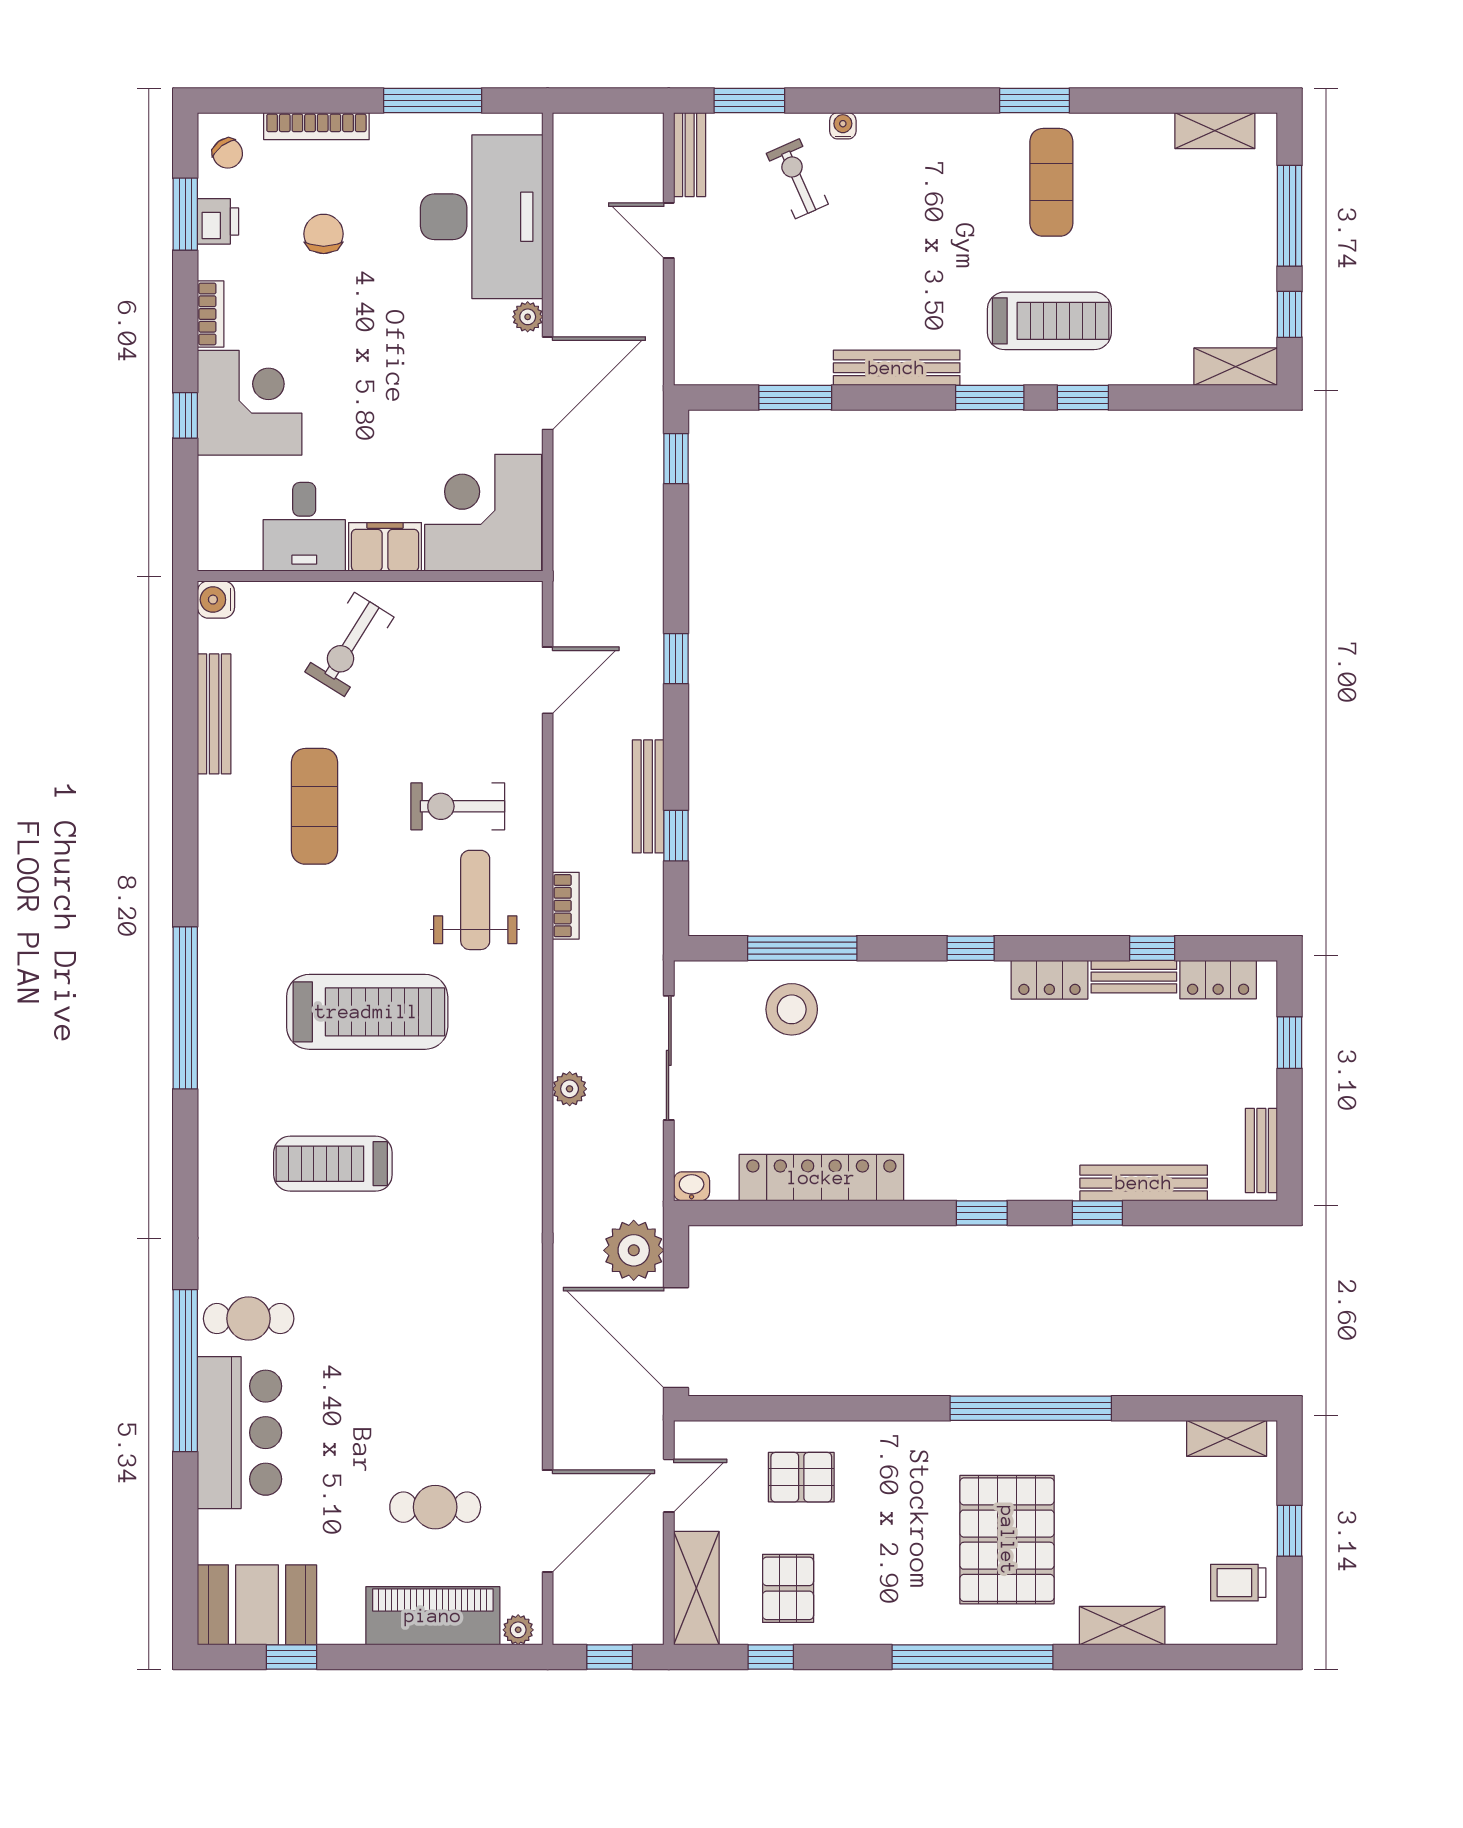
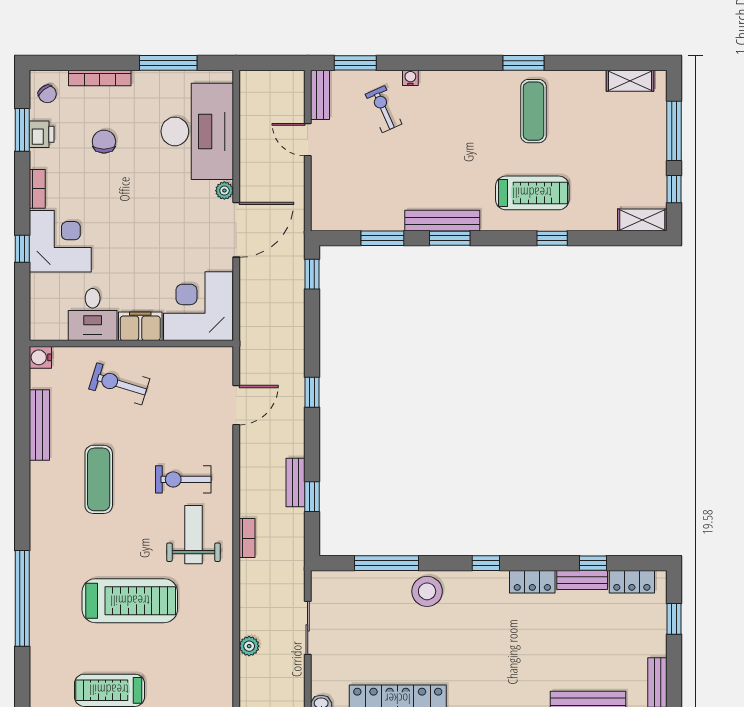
window: (990, 398) -> (450, 238), moved
exercise bike: (349, 644) -> (119, 384), turned 75
bench: (648, 796) -> (295, 482), width x0.73
stool: (792, 1009) -> (427, 591), moved
sliding door: (669, 1058) -> (308, 628), width x0.73

